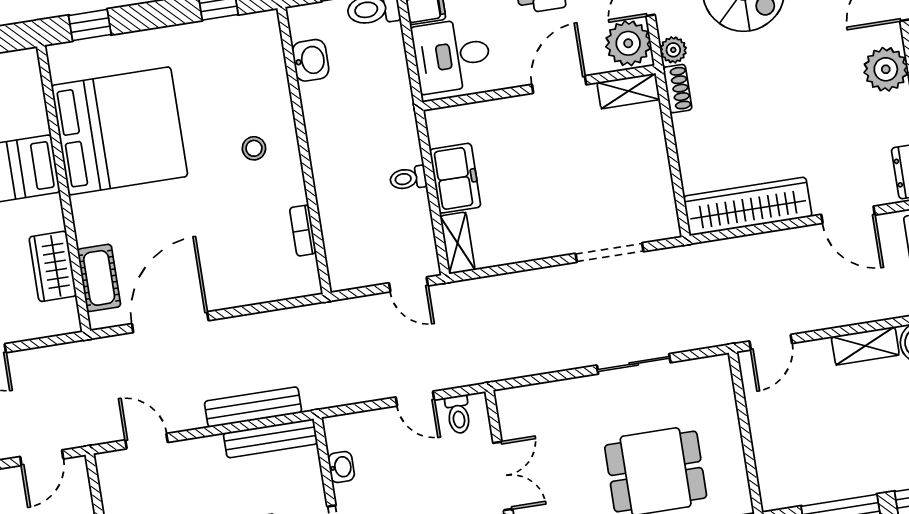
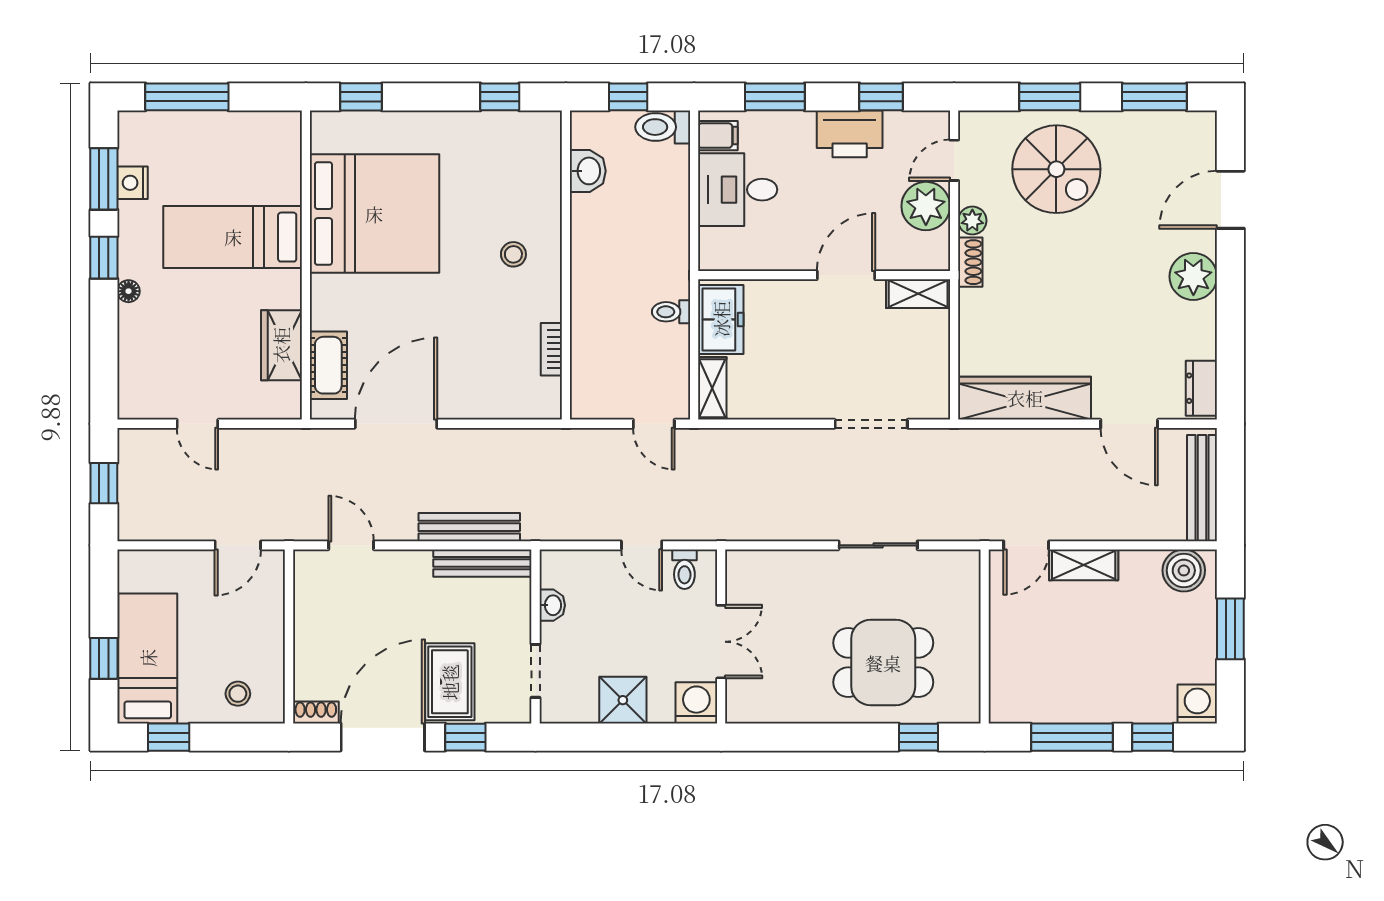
door: (559, 85) -> (846, 275), moved
wall: (539, 88) -> (824, 275), moved
shelving: (628, 91) -> (918, 294), moved
shelving: (865, 346) -> (1084, 565), moved

